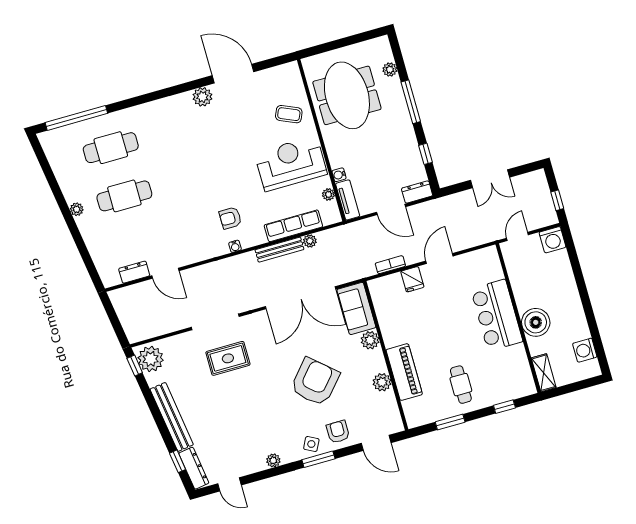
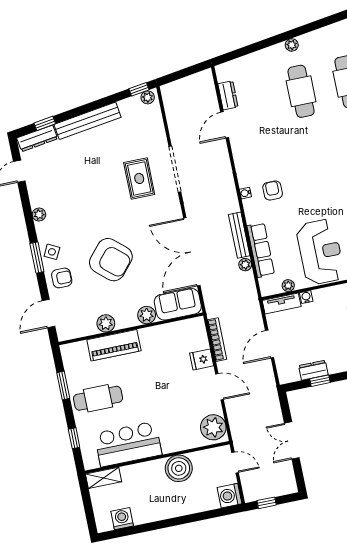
dresser: (417, 192) -> (313, 370), moved, turned -90
plant: (482, 262) -> (213, 427), added
bookcase: (390, 265) -> (217, 340), width x1.56
bar counter: (497, 315) -> (128, 444), moved
boiler: (536, 322) -> (179, 468), moved
plant: (151, 359) -> (148, 97), width x0.53, depth x0.53
cafe table: (461, 385) -> (98, 398), width x1.37, depth x1.35

